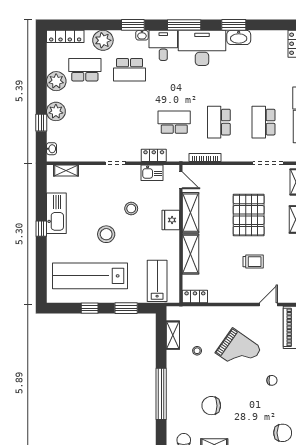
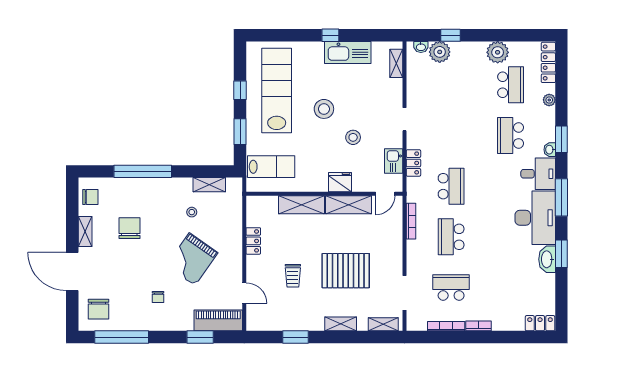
plant: (103, 40) -> (549, 100), width x0.53, depth x0.53
plant: (56, 111) -> (440, 52), moved
school desk: (219, 122) -> (451, 237), turned -90
locker: (195, 297) -> (253, 241), moved

